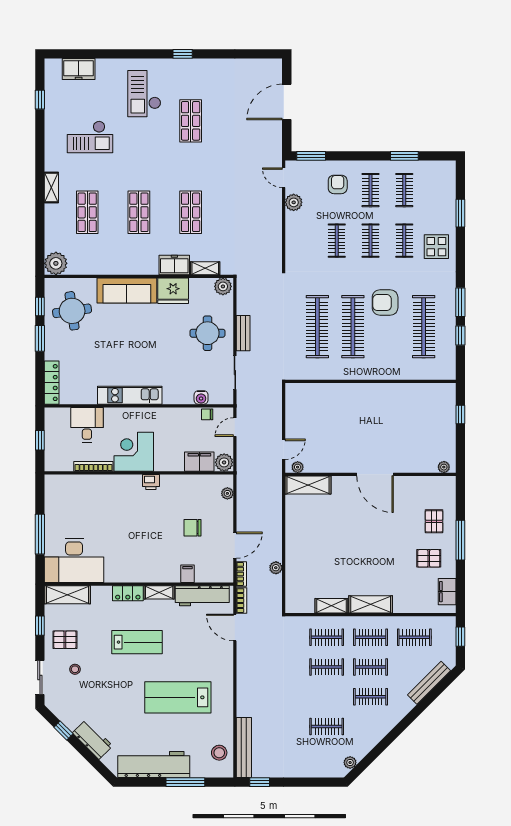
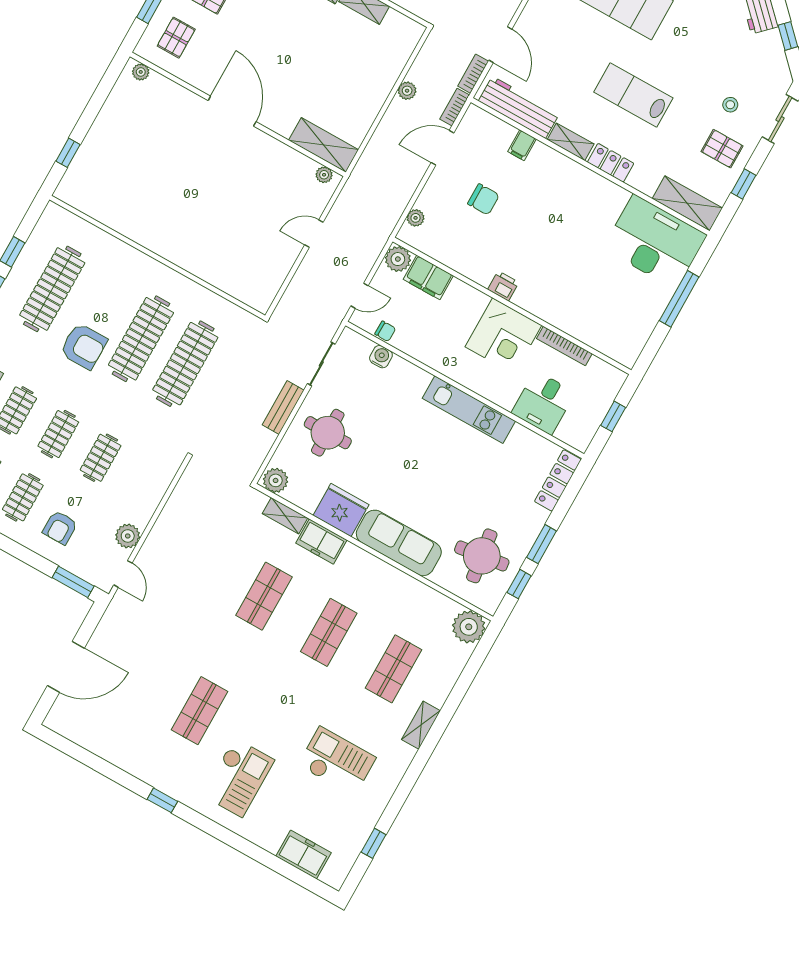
plant: (298, 467) -> (324, 175), moved
plant: (444, 467) -> (141, 72), moved
wall: (370, 474) -> (238, 114), moved
door: (375, 474) -> (232, 111), moved
shelving: (308, 485) -> (324, 145), moved

